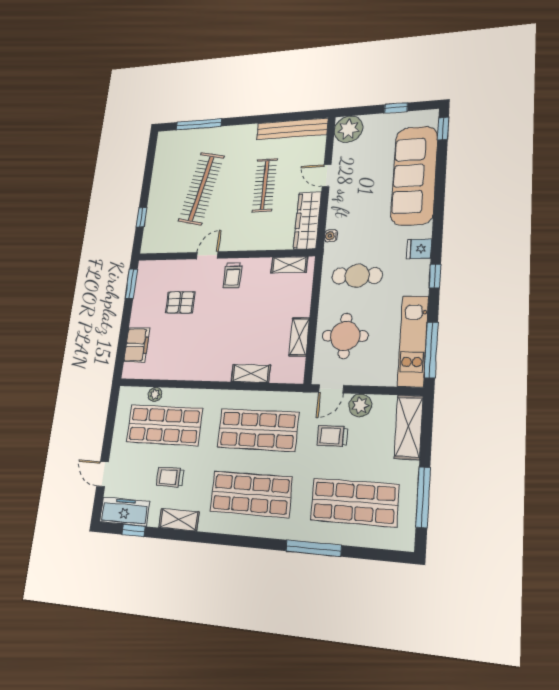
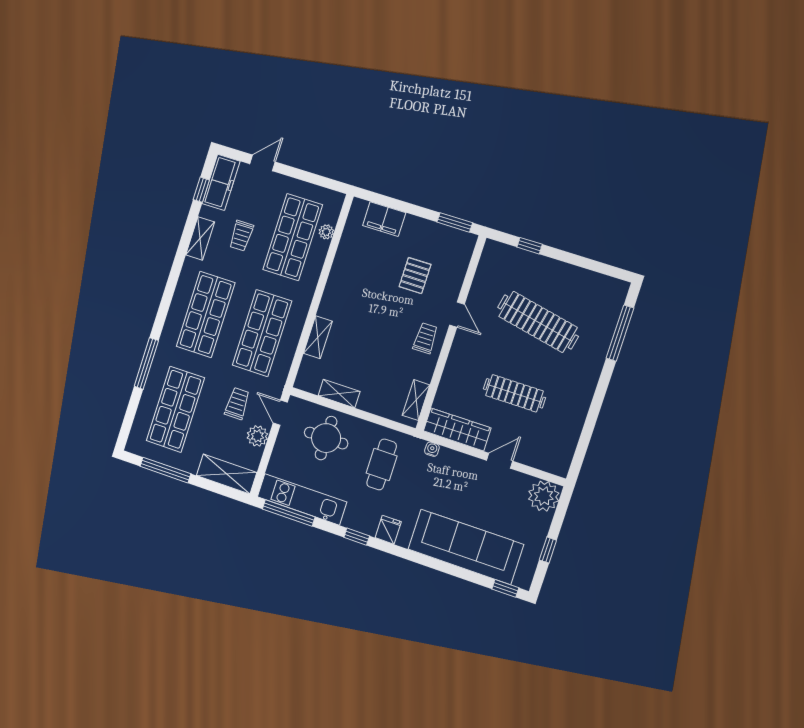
bench: (292, 129) -> (569, 437), removed
trolley: (233, 275) -> (425, 338), turned 90
trolley: (170, 477) -> (241, 236), turned 180

